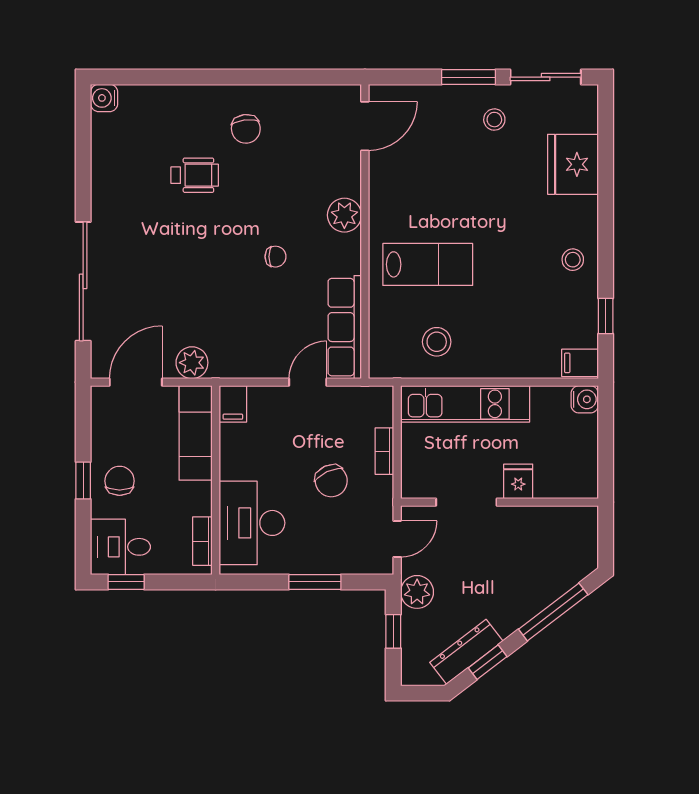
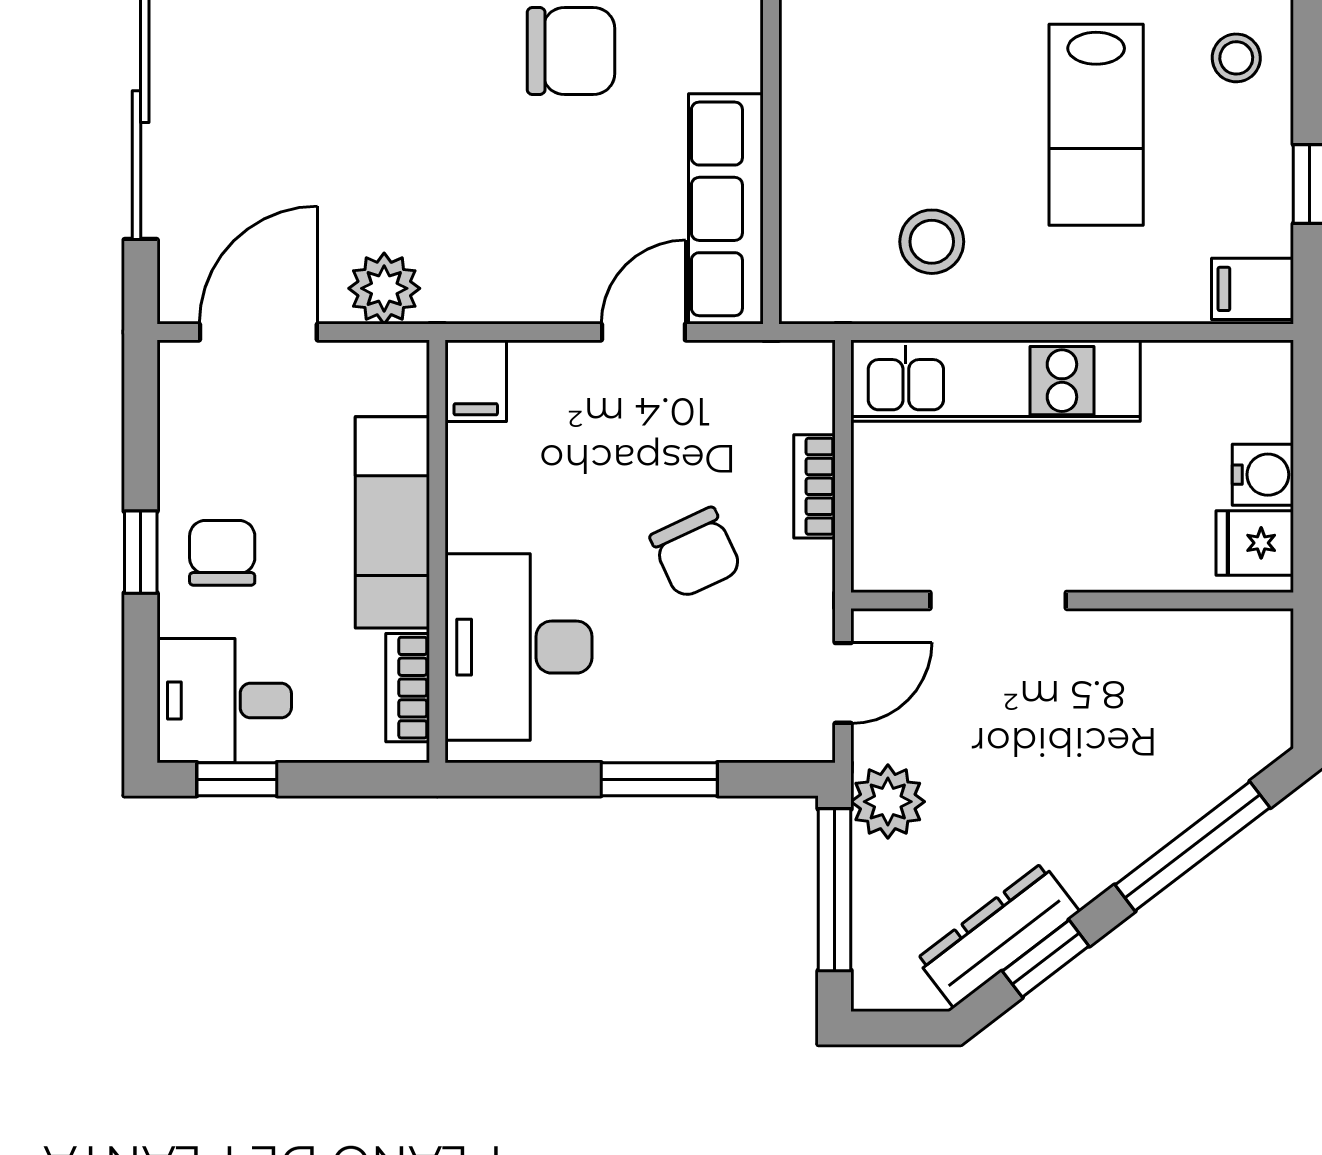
chair: (275, 257) -> (571, 51), width x1.87, depth x1.87
lab bench: (428, 264) -> (1096, 125), moved, turned 90
water cooler: (585, 399) -> (1263, 475), moved
exam couch: (196, 433) -> (392, 522), moved
fridge: (518, 481) -> (1255, 543), moved, turned -90
window: (393, 631) -> (835, 890), width x2.17

